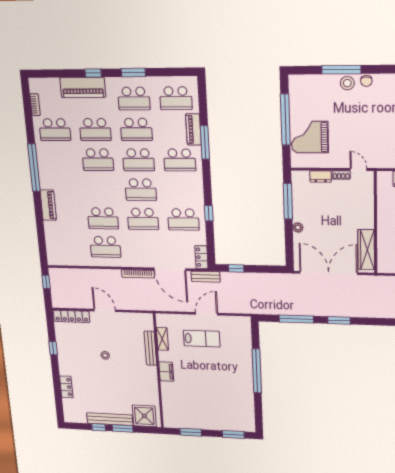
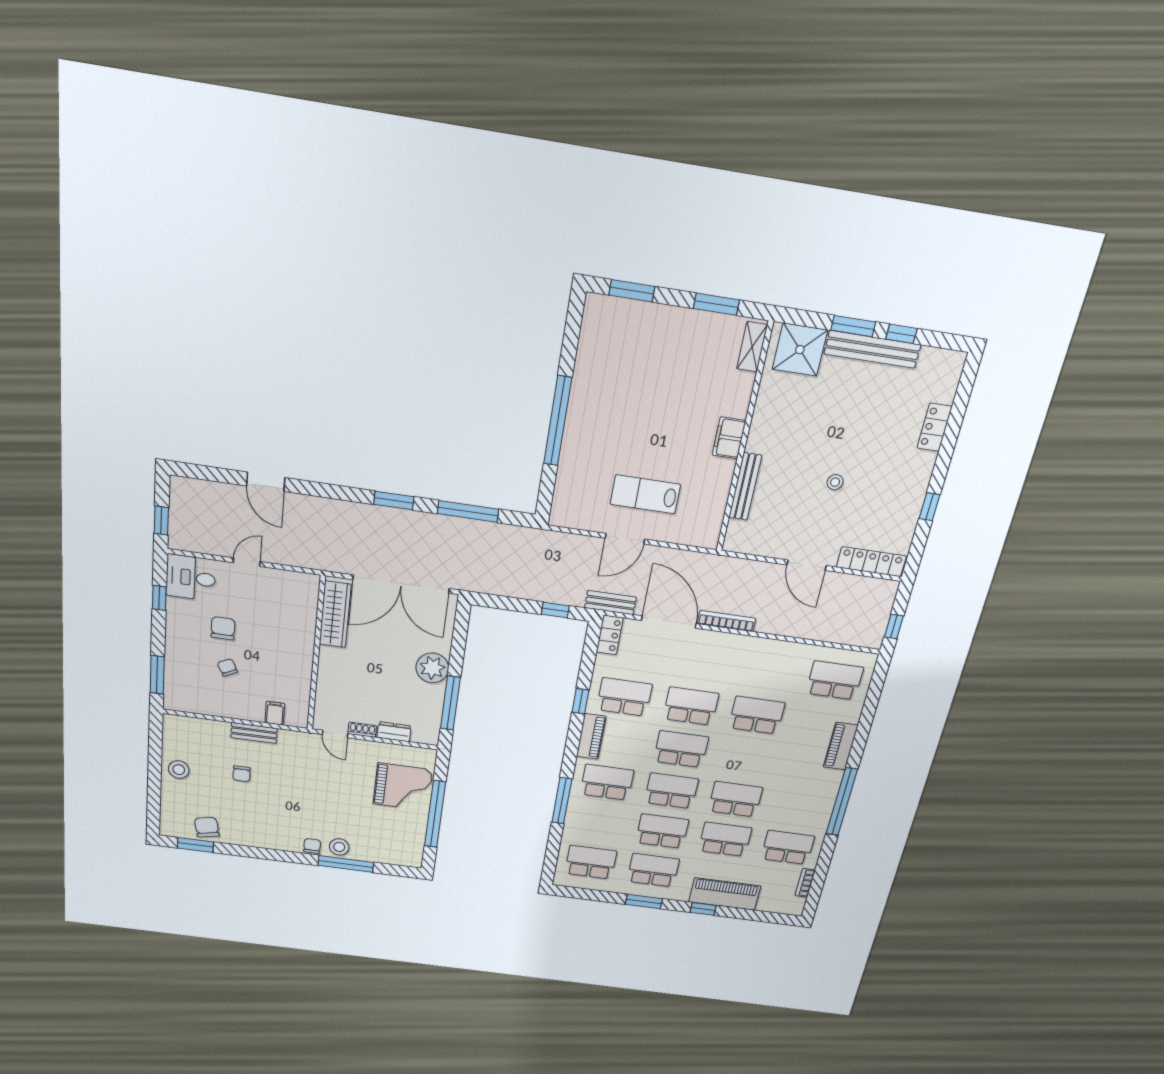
piano: (193, 129) -> (591, 736), moved
plant: (298, 228) -> (432, 668), width x1.88, depth x1.88
school desk: (105, 247) -> (835, 680), moved
shelving: (162, 339) -> (752, 347), moved

